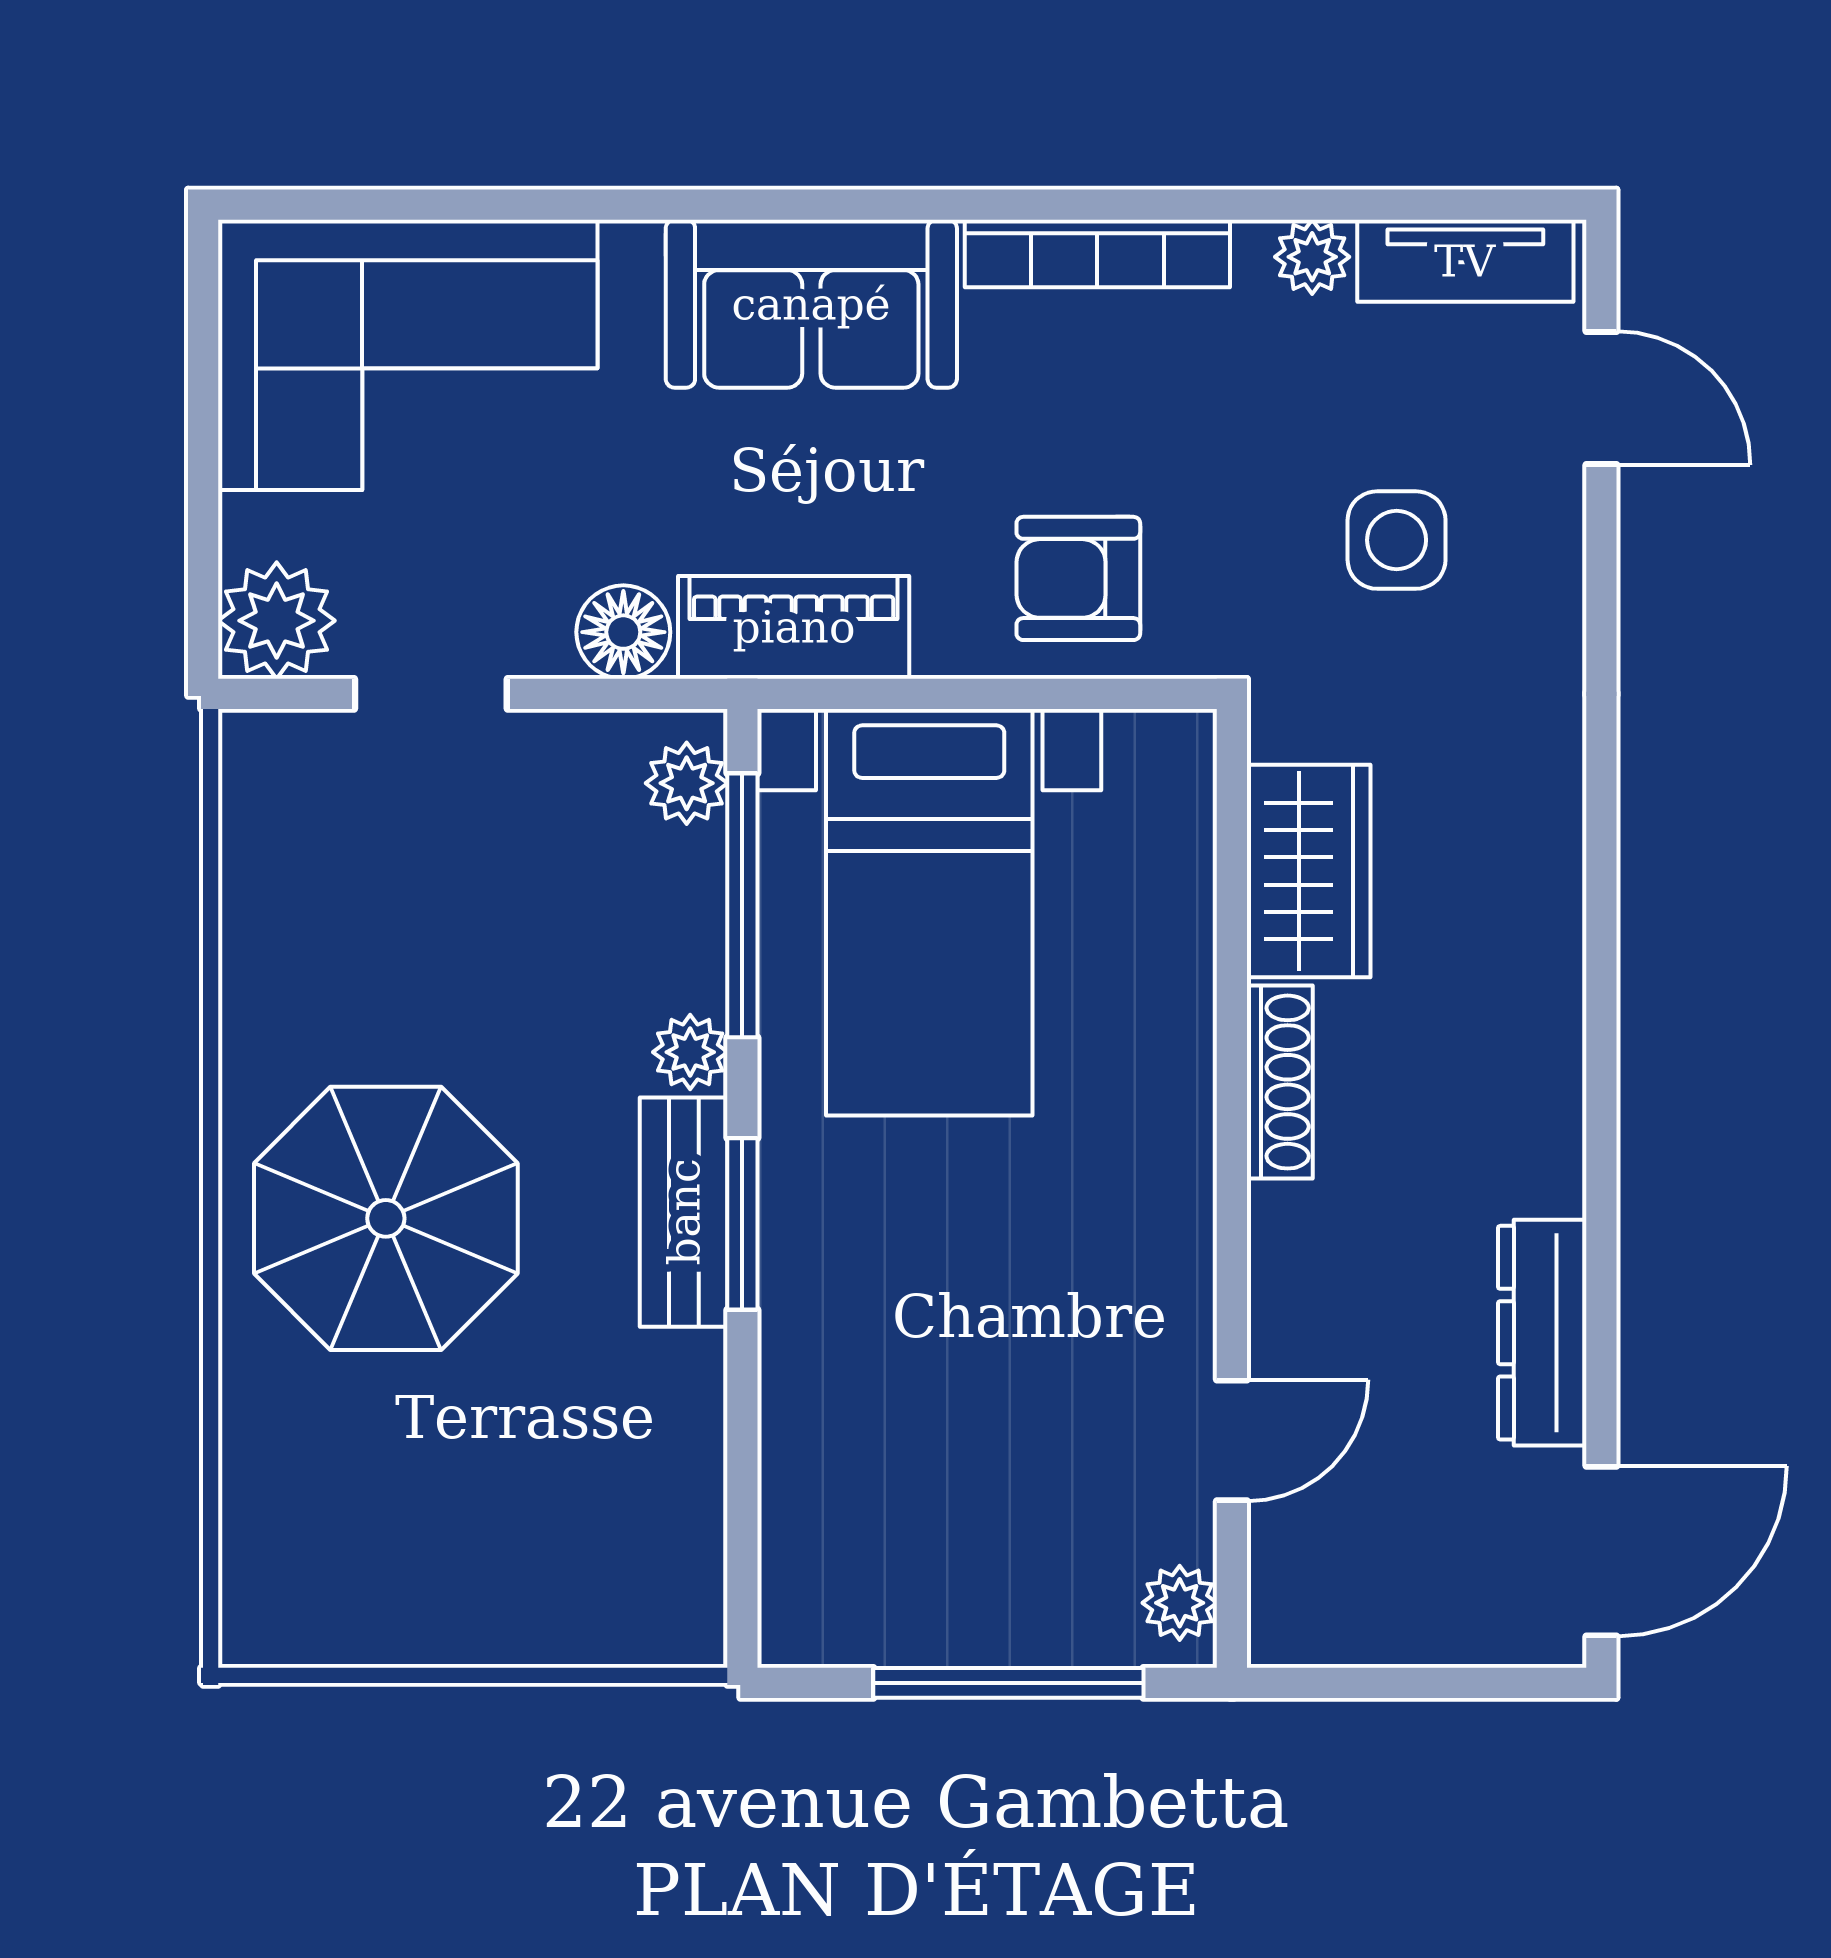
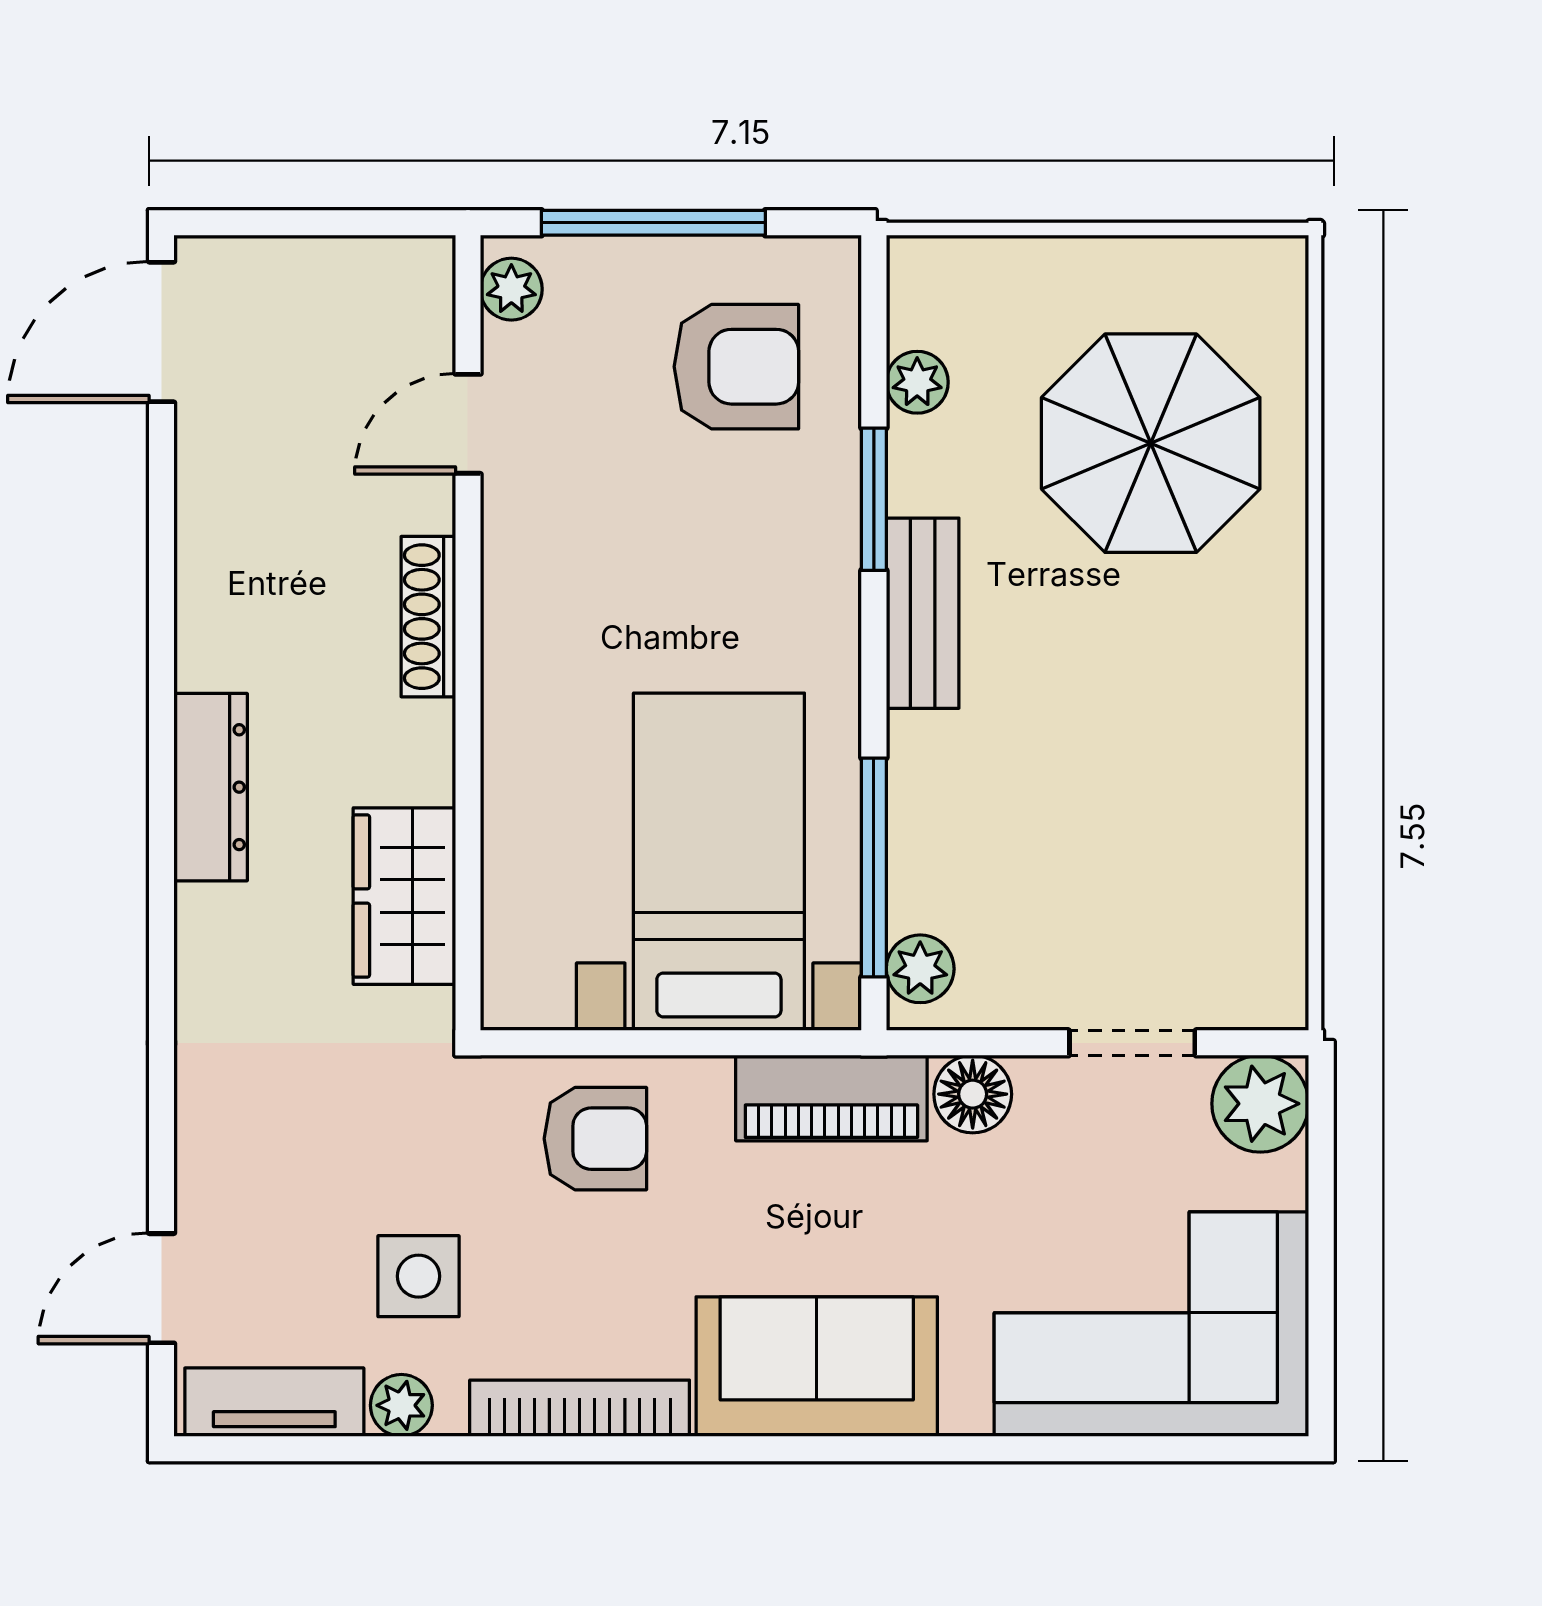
door: (1601, 398) -> (162, 1288), hinge flipped
side table: (1397, 540) -> (419, 1276), moved
plant: (690, 1052) -> (917, 382), moved
shoe rack: (1280, 1082) -> (428, 617), moved
parasol: (386, 1218) -> (1151, 443), moved
window: (742, 1224) -> (874, 499), moved
dresser: (1542, 1333) -> (211, 787), moved
armchair: (908, 1509) -> (736, 367), added

